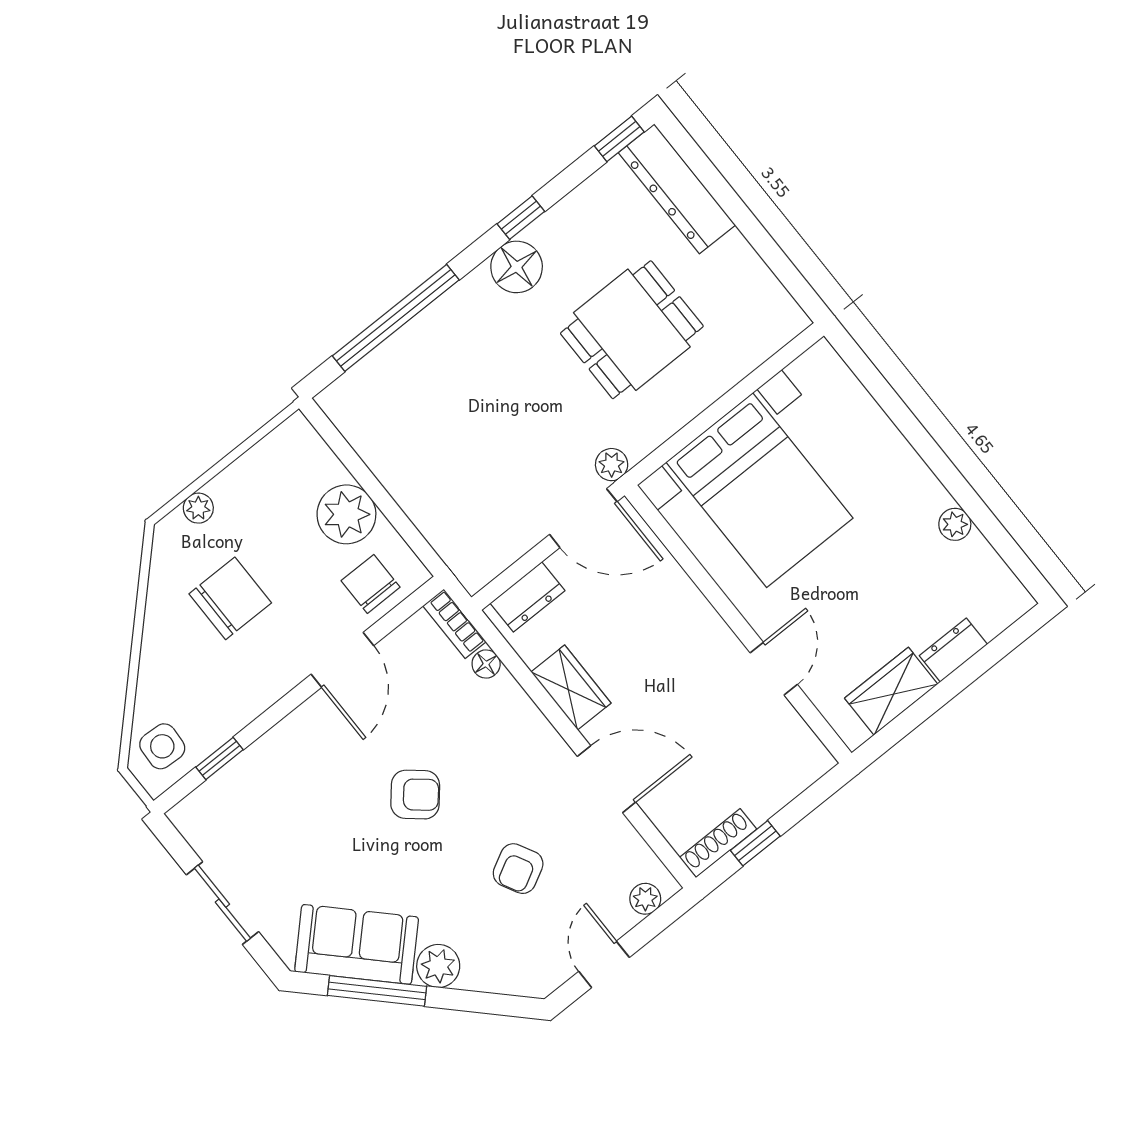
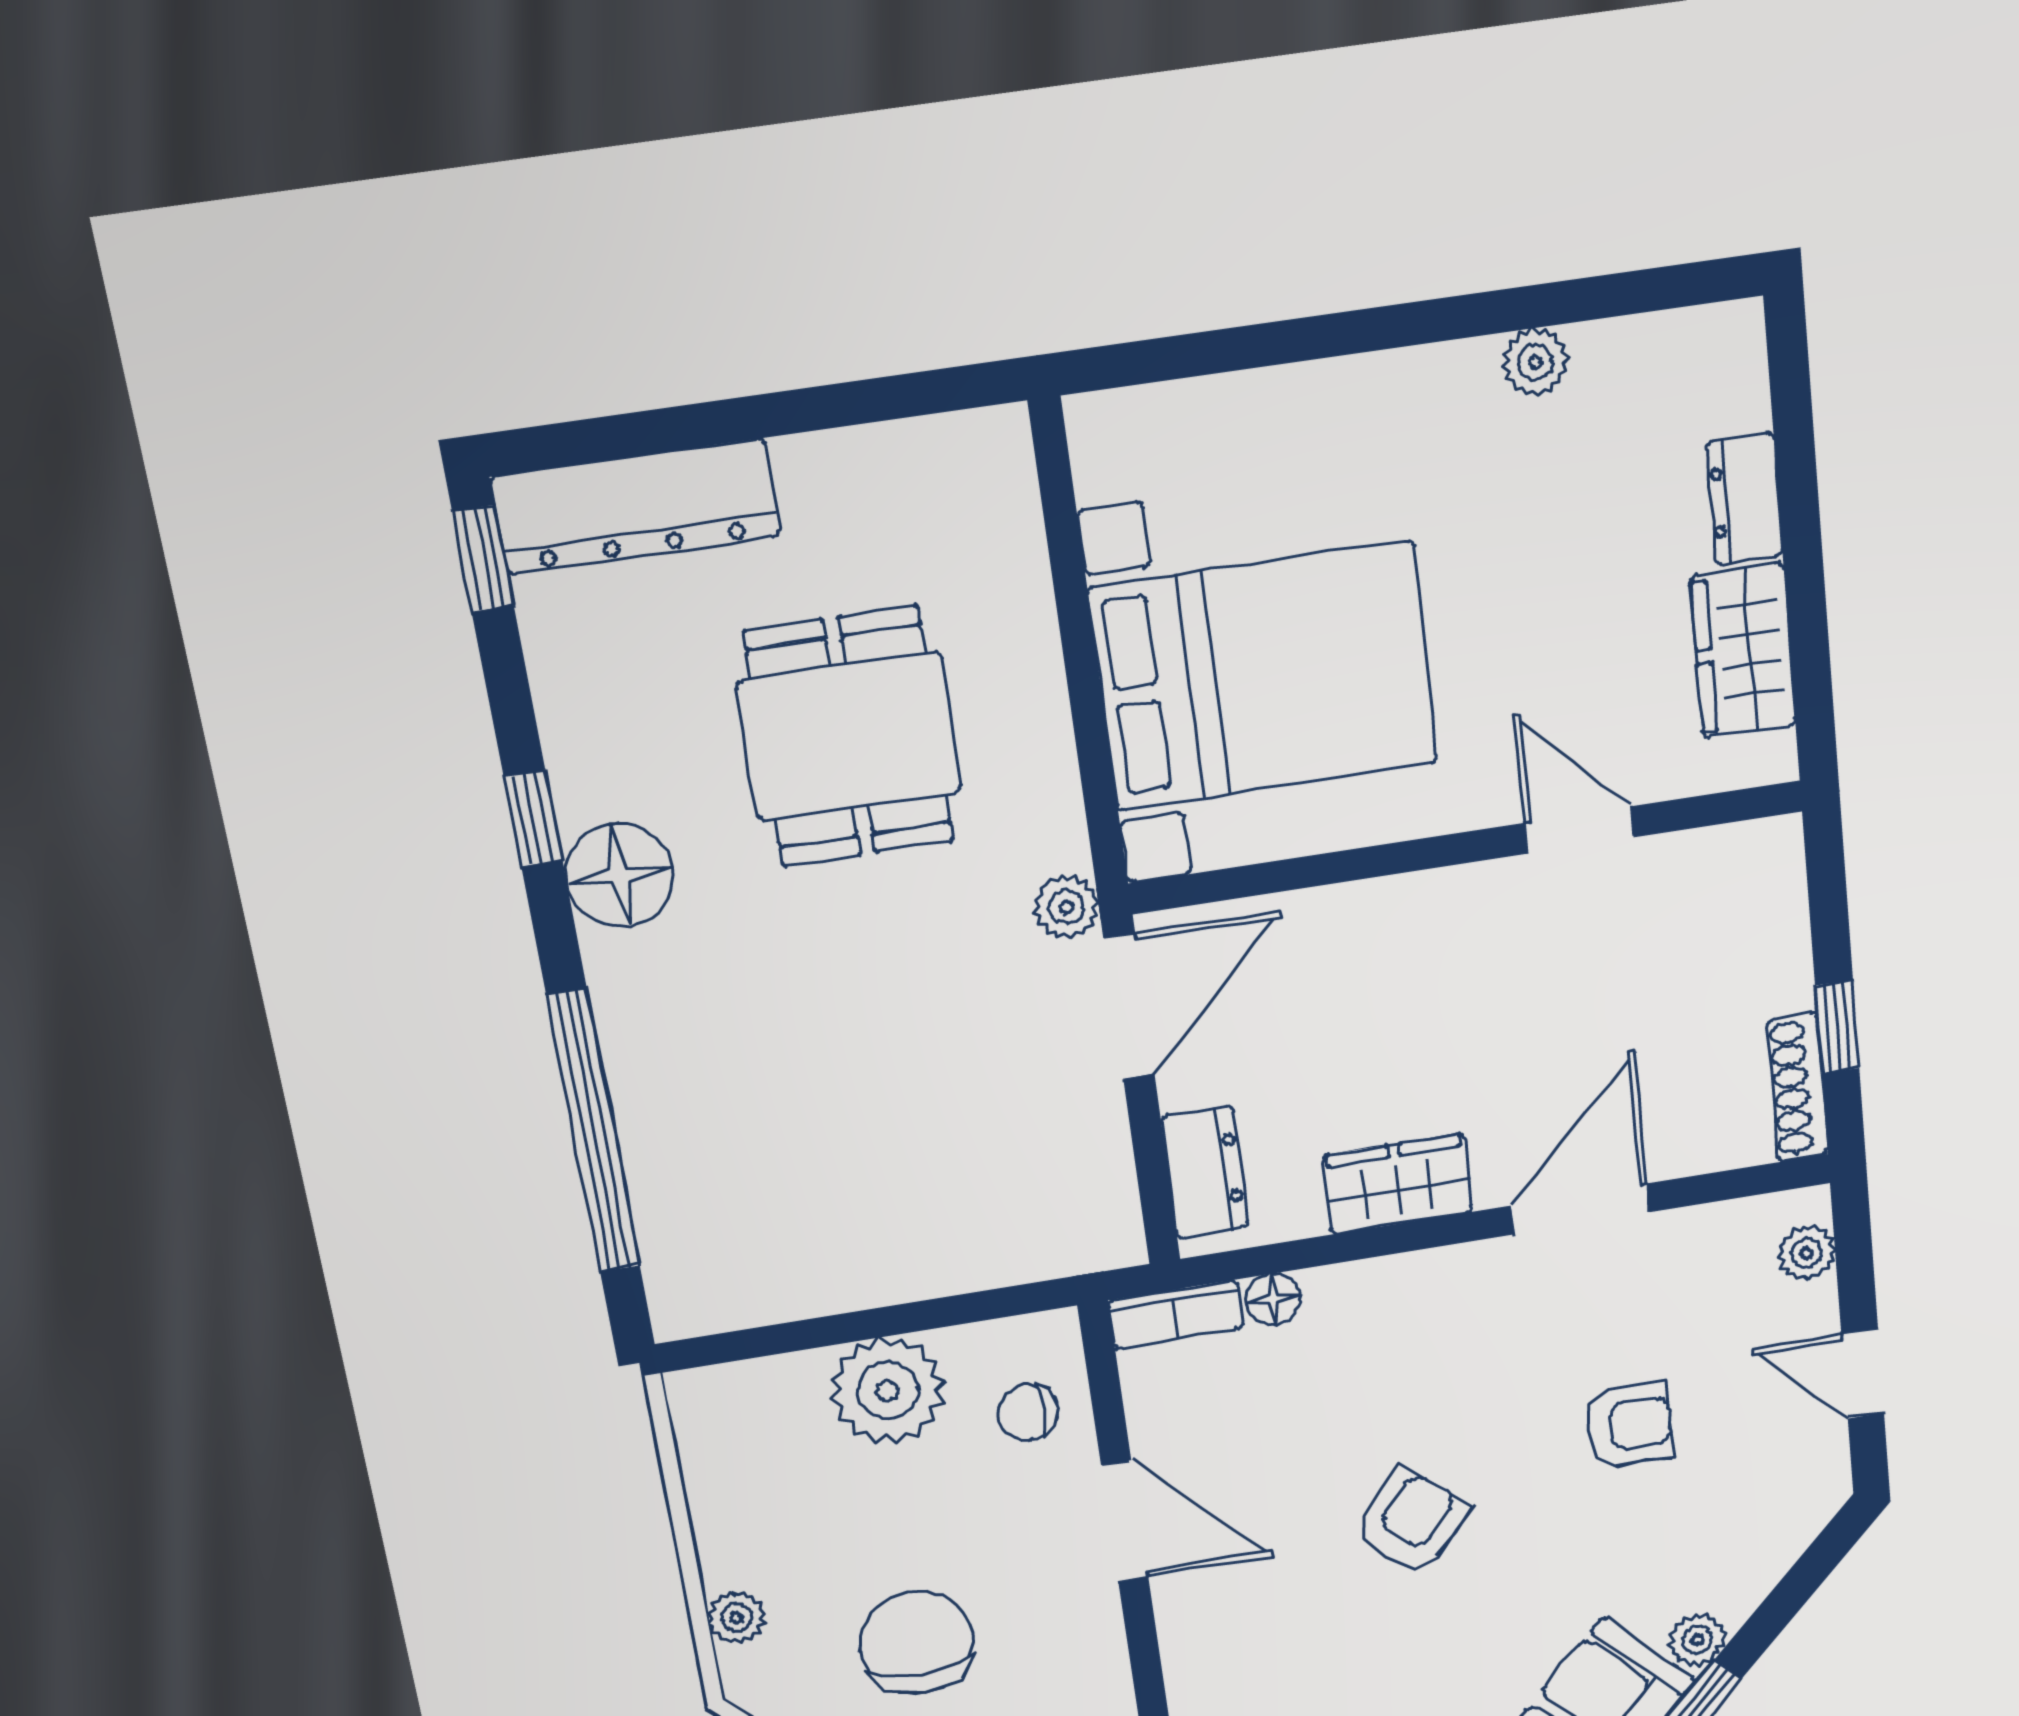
chair: (371, 584) -> (1028, 1413), width x0.73, depth x0.73
armchair: (518, 869) -> (1629, 1425), turned -62
plant: (438, 966) -> (1697, 1640), width x0.73, depth x0.73

